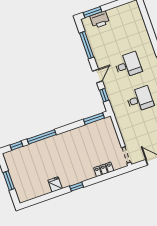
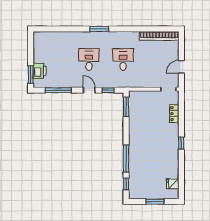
fridge: (55, 184) -> (173, 184), moved

